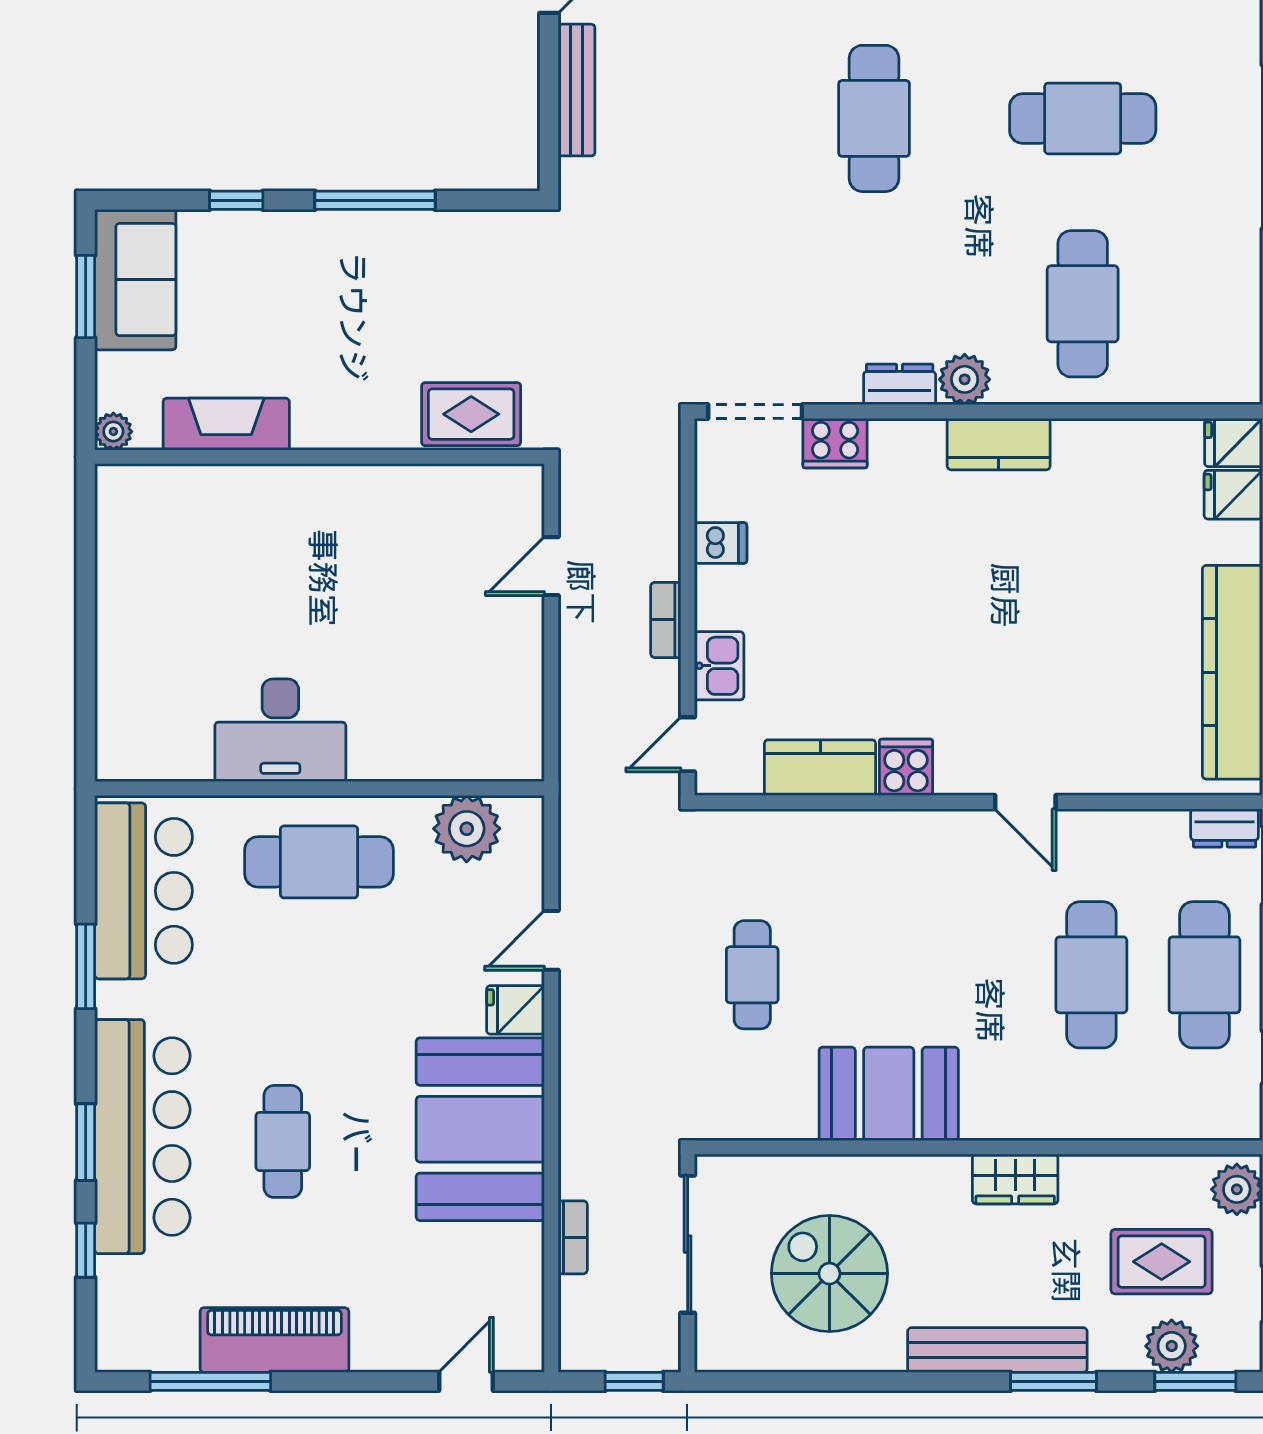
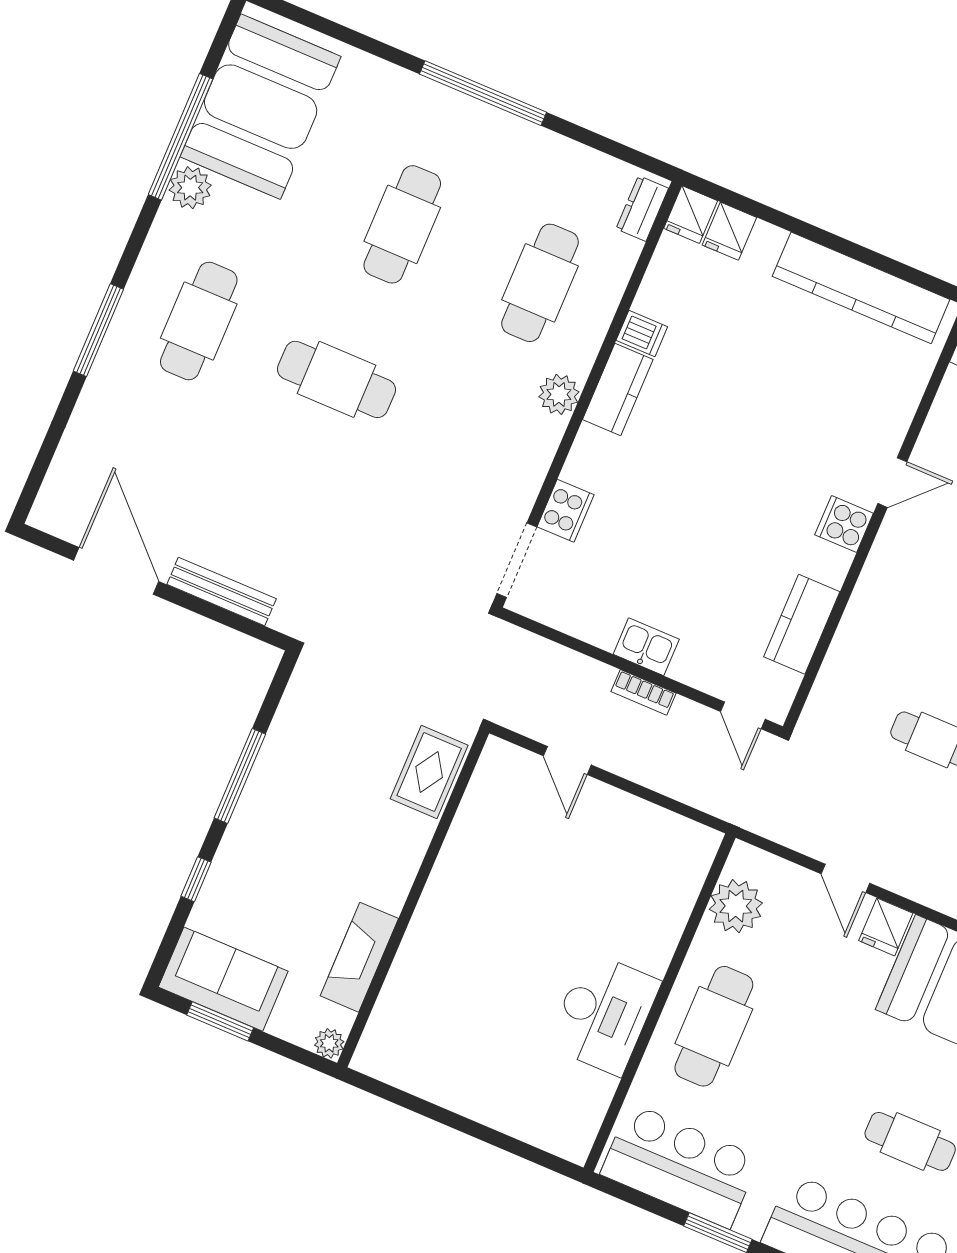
cafe table: (1083, 304) -> (540, 283), turned 90
dresser: (900, 384) -> (642, 209), moved
dishwasher: (721, 543) -> (642, 334), moved, turned 90
kitchen sink: (719, 666) -> (646, 647), moved
cooker: (906, 767) -> (844, 524), moved

